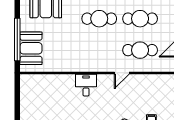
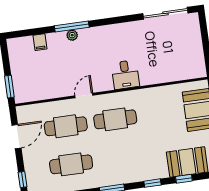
cafe table: (99, 19) -> (115, 119), moved

